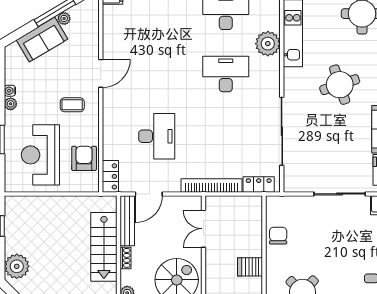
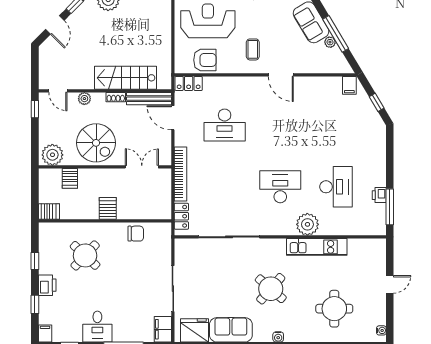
desk: (226, 74) -> (280, 187), turned -90
round table: (340, 85) -> (271, 289), turned -31

